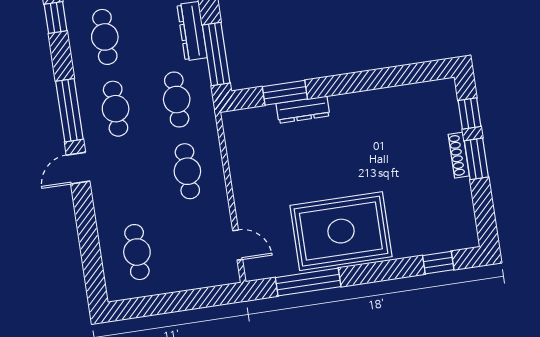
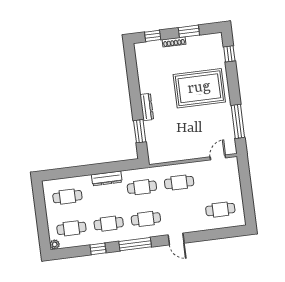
window: (216, 54) -> (119, 166), removed
window: (69, 110) -> (135, 244), moved
dresser: (303, 110) -> (147, 107), moved
window: (476, 159) -> (189, 31), moved
rug: (341, 231) -> (199, 88), moved, turned 90

